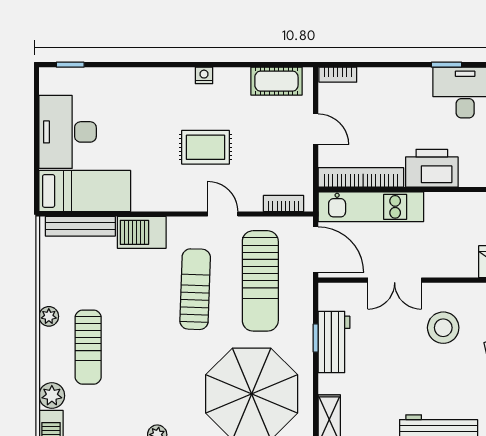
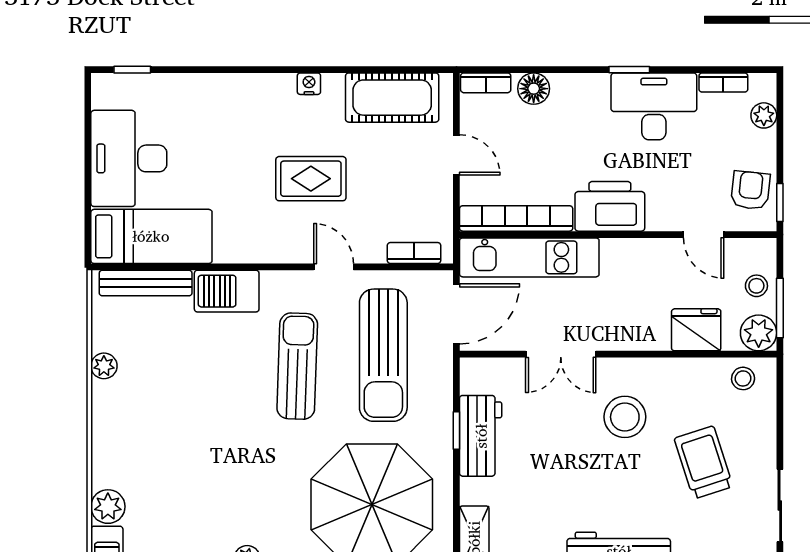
floor lamp: (374, 79) -> (534, 89), added
cot: (276, 81) -> (392, 98), width x1.37, depth x1.34
door: (316, 250) -> (456, 314), hinge flipped
plant: (49, 316) -> (104, 366), moved
sun lounger: (88, 347) -> (156, 443), removed

